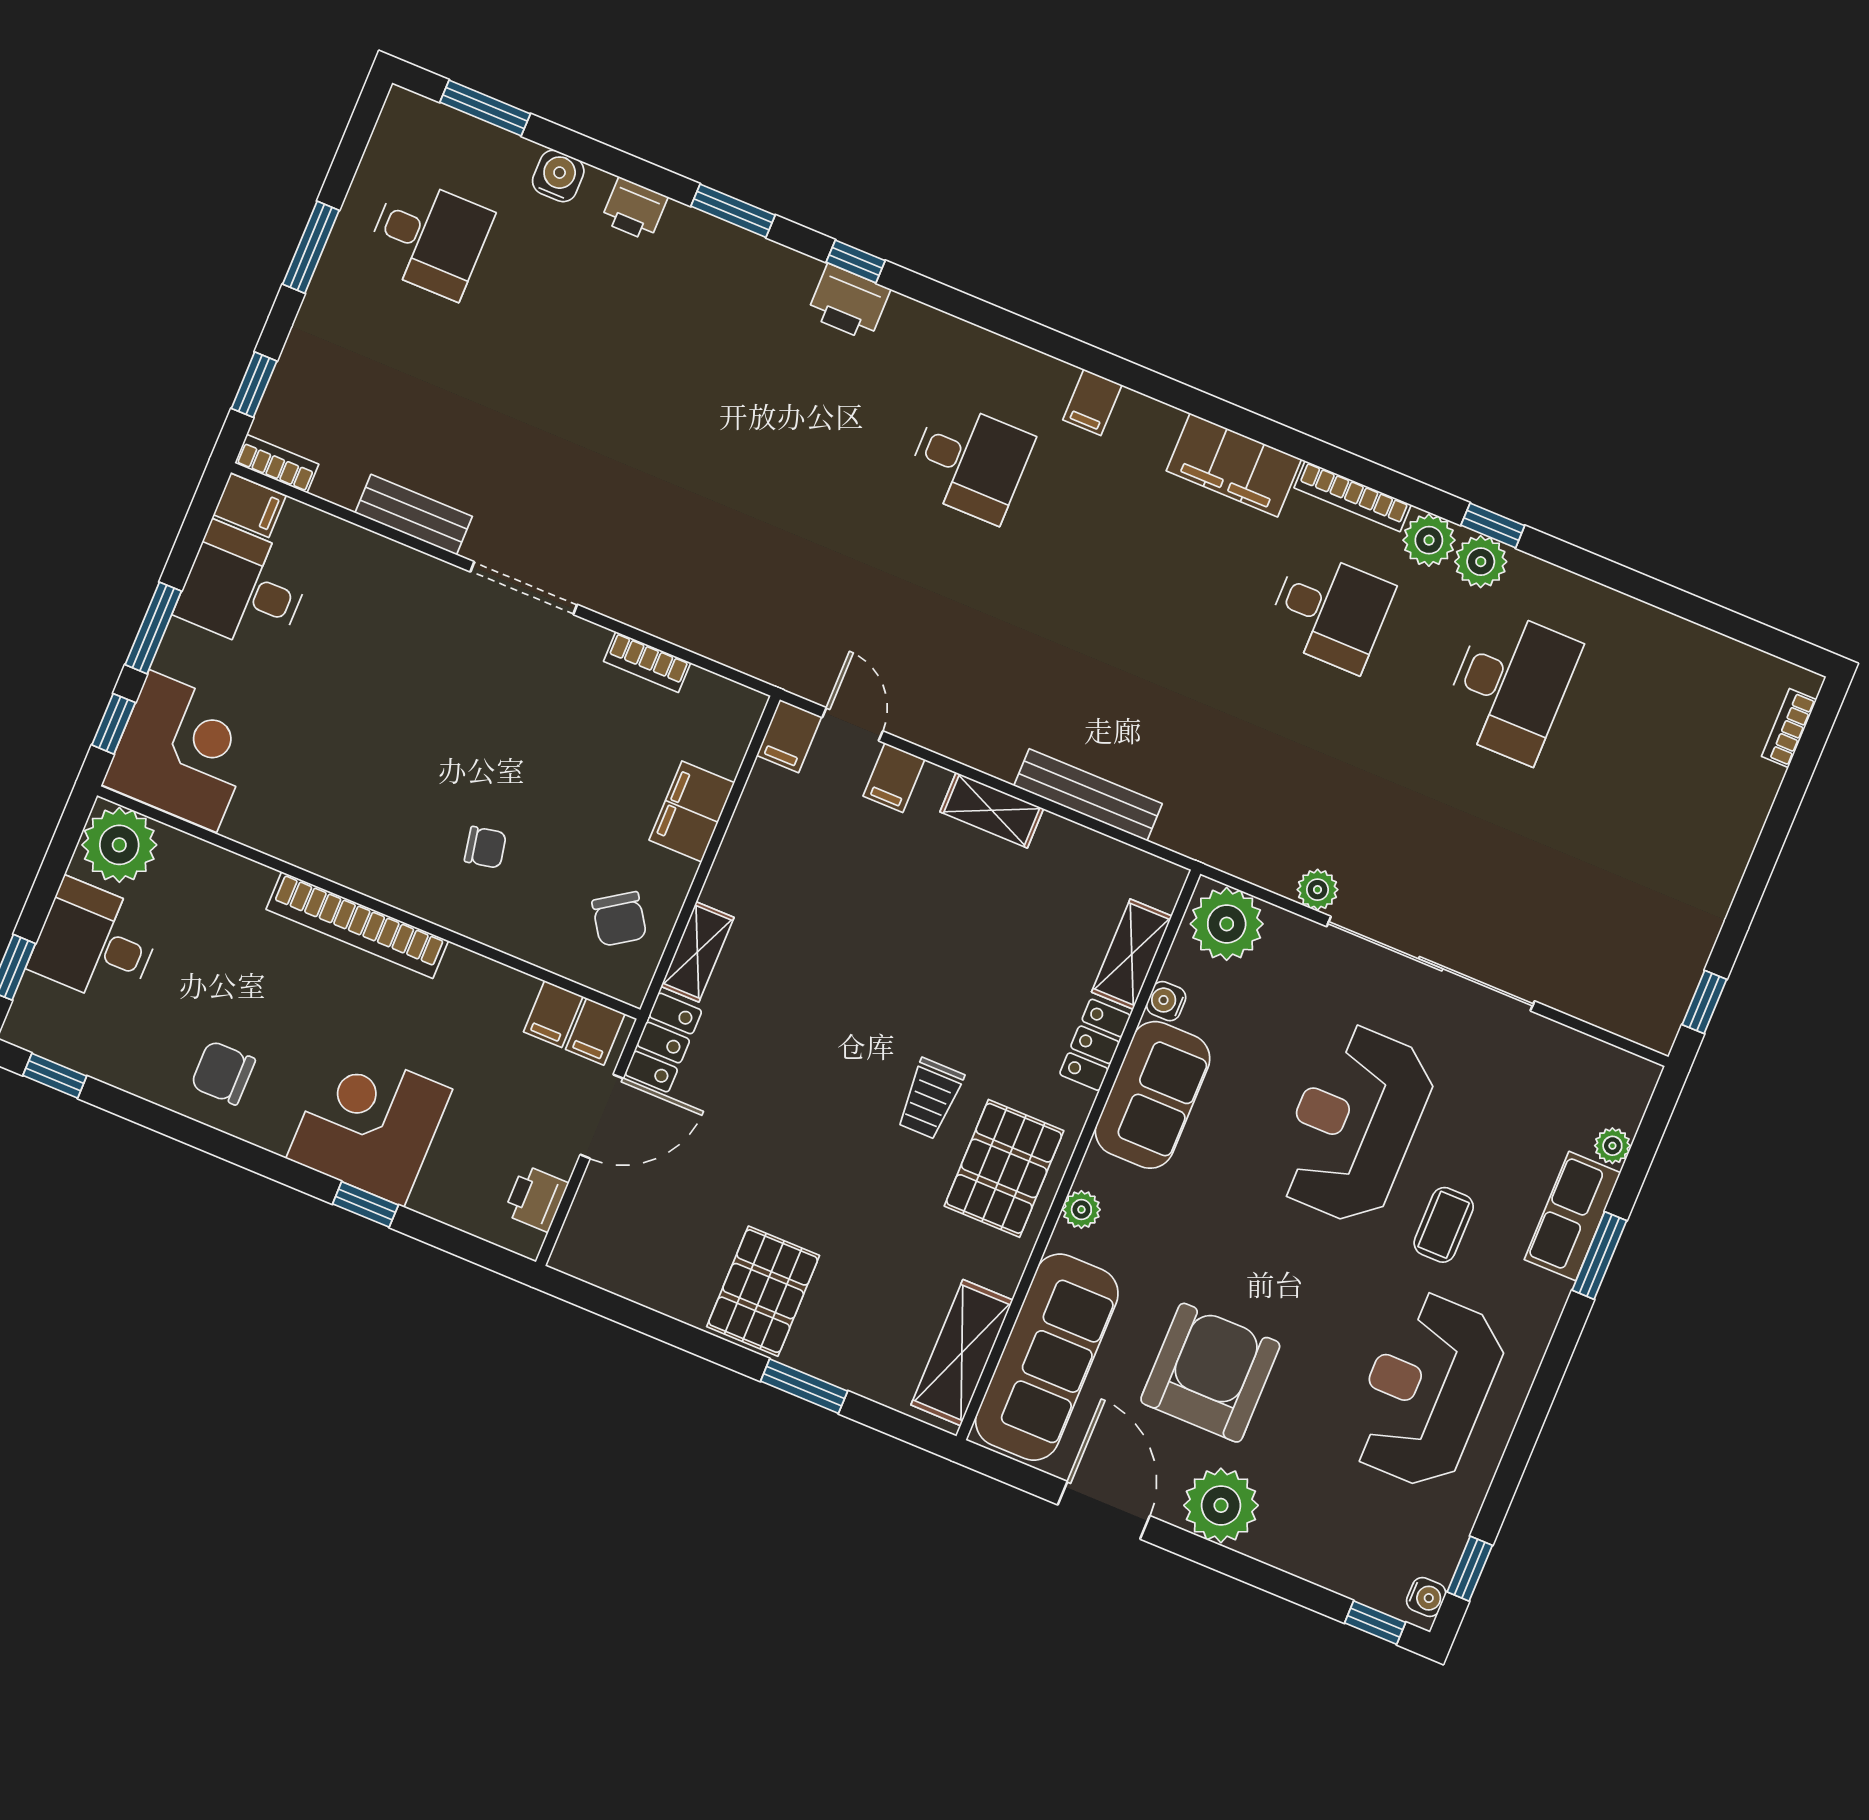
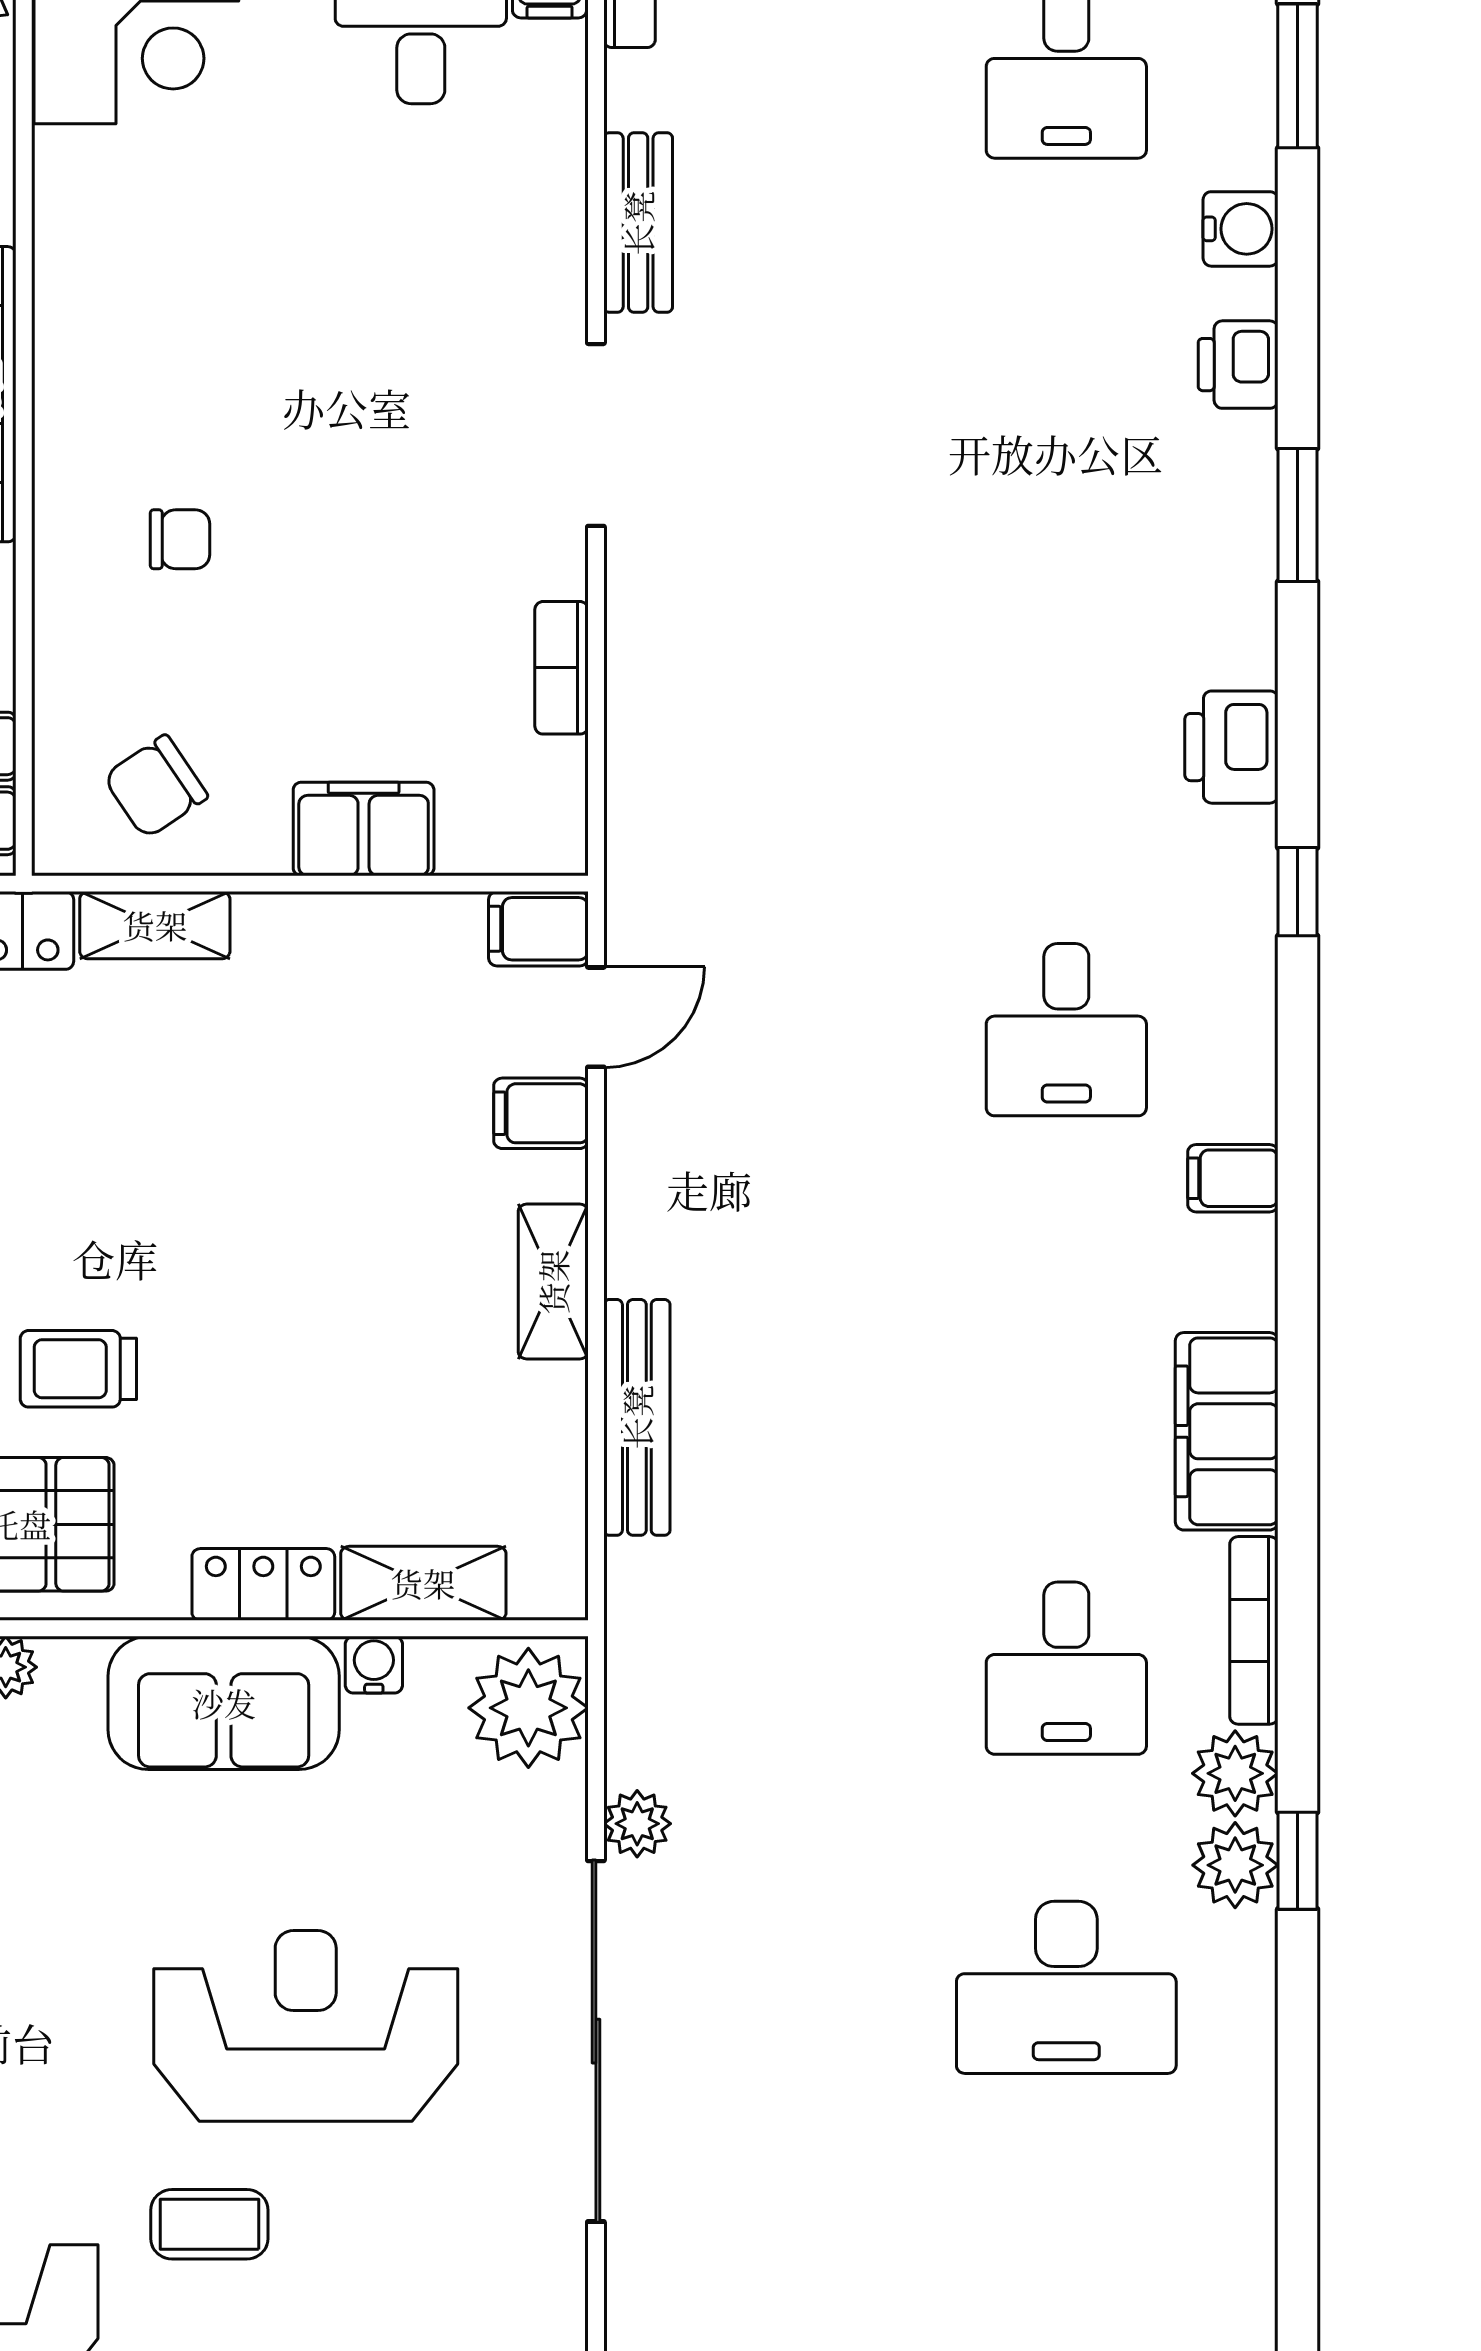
window: (856, 261) -> (1298, 892), moved
chair: (485, 847) -> (180, 539), turned -79

